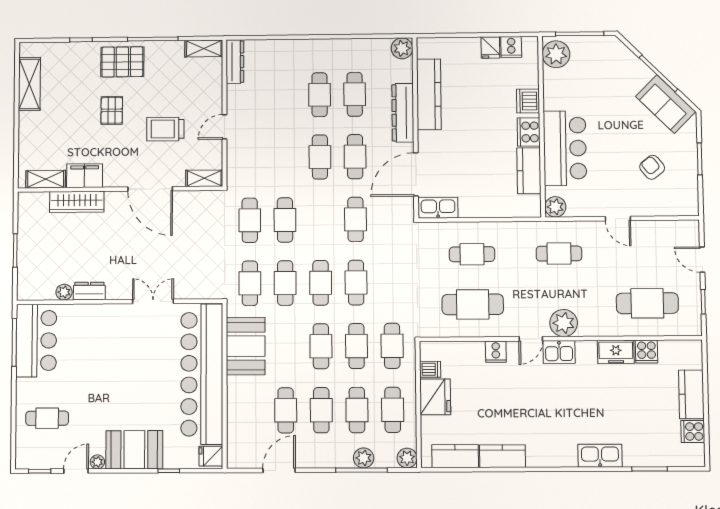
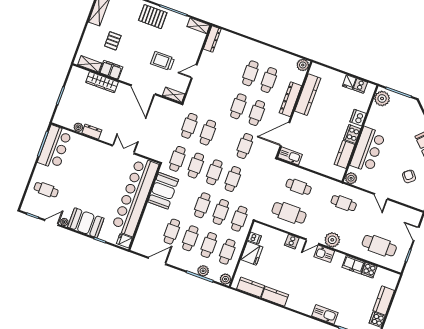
pallet: (112, 110) -> (113, 41), moved

